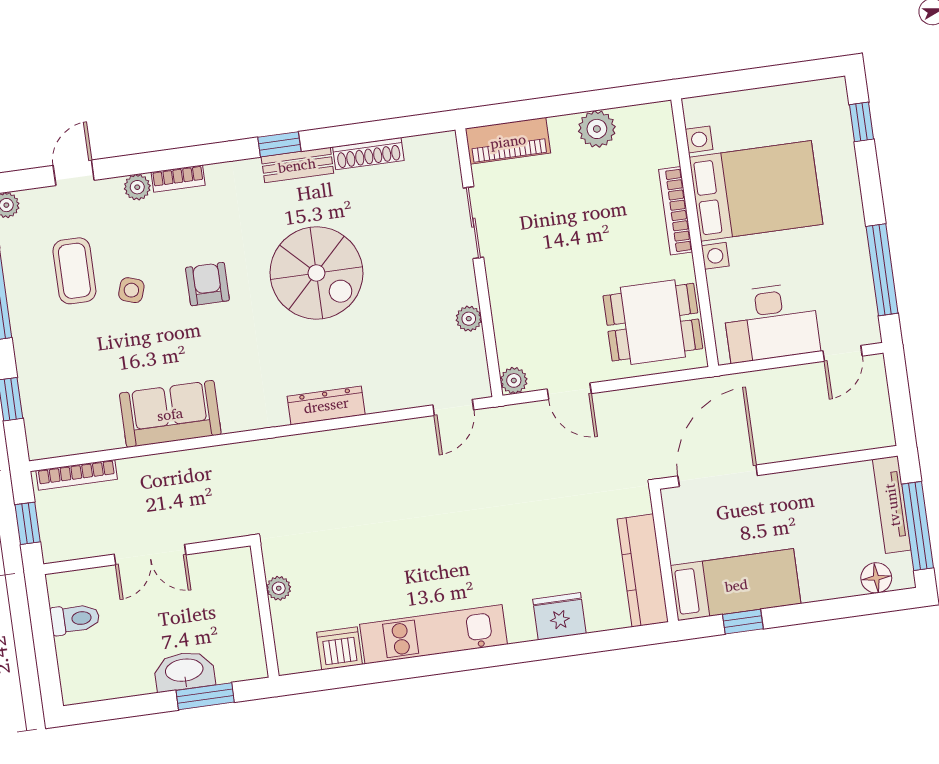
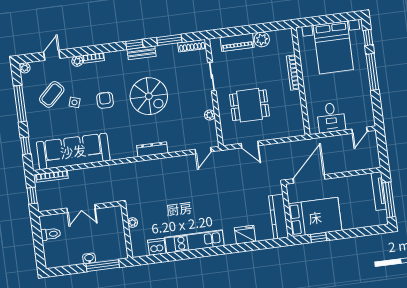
window: (366, 132) -> (169, 40), added
piano: (508, 141) -> (237, 42), moved
shoe rack: (368, 154) -> (192, 46), moved
bed with nightstands: (756, 191) -> (333, 47), moved, turned 90
window: (882, 270) -> (372, 72), moved
coffee table: (74, 271) -> (52, 94), turned 46
dining table: (653, 322) -> (249, 105), moved
desk: (771, 322) -> (331, 118), width x0.73
plant: (514, 380) -> (228, 140), removed
sofa: (170, 414) -> (73, 151), width x1.85, depth x1.27
floor lamp: (876, 578) -> (372, 220), removed
bed: (736, 585) -> (315, 217), width x1.50
washbasin: (184, 671) -> (89, 258), width x0.52, depth x0.69
window: (205, 696) -> (103, 266), width x1.44

